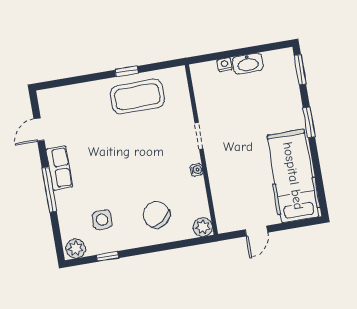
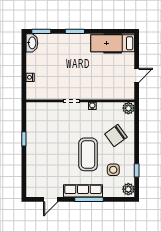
washbasin: (248, 63) -> (32, 43), moved
coffee table: (137, 97) -> (88, 154), moved
door: (39, 130) -> (51, 199), hinge flipped
row of seats: (59, 168) -> (83, 191), width x1.48
hospital bed: (293, 176) -> (113, 43), width x0.73, depth x0.78
door: (256, 231) -> (137, 75), hinge flipped

